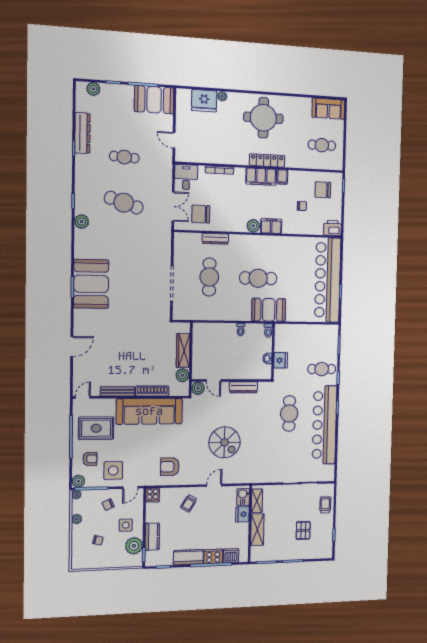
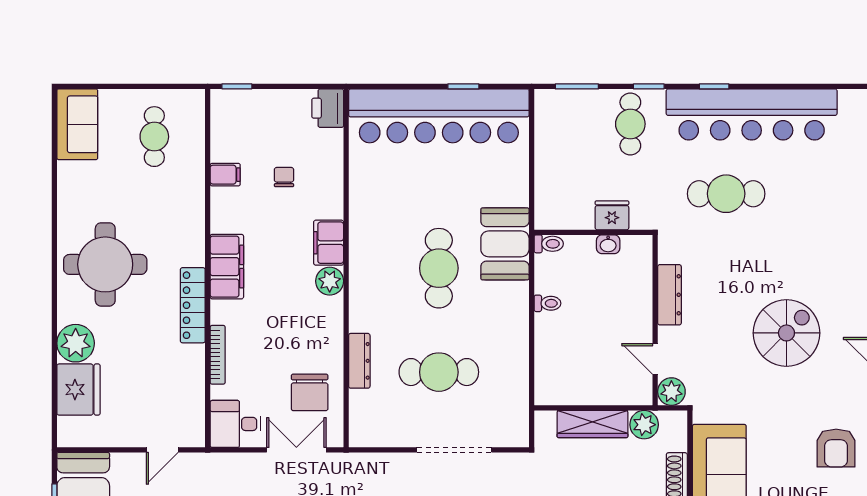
plant: (222, 96) -> (76, 343), width x1.88, depth x1.88
locker: (267, 160) -> (193, 305), moved
filing cabinet: (282, 177) -> (225, 175), moved
chair: (323, 190) -> (248, 132), removed
door: (214, 381) -> (655, 359), swing flipped

